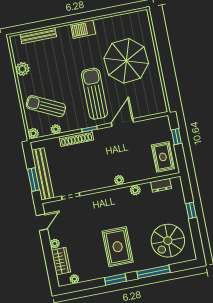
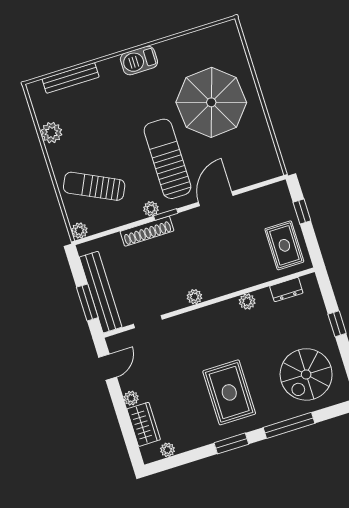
plant: (56, 129) -> (151, 209), moved
plant: (119, 180) -> (194, 297), moved

